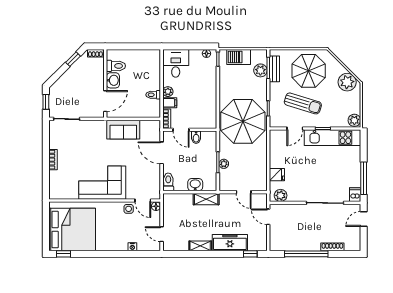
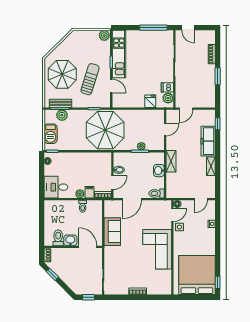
plant: (347, 82) -> (72, 42), removed
dishwasher: (355, 195) -> (167, 87), moved
window: (306, 254) -> (218, 76), width x0.47

